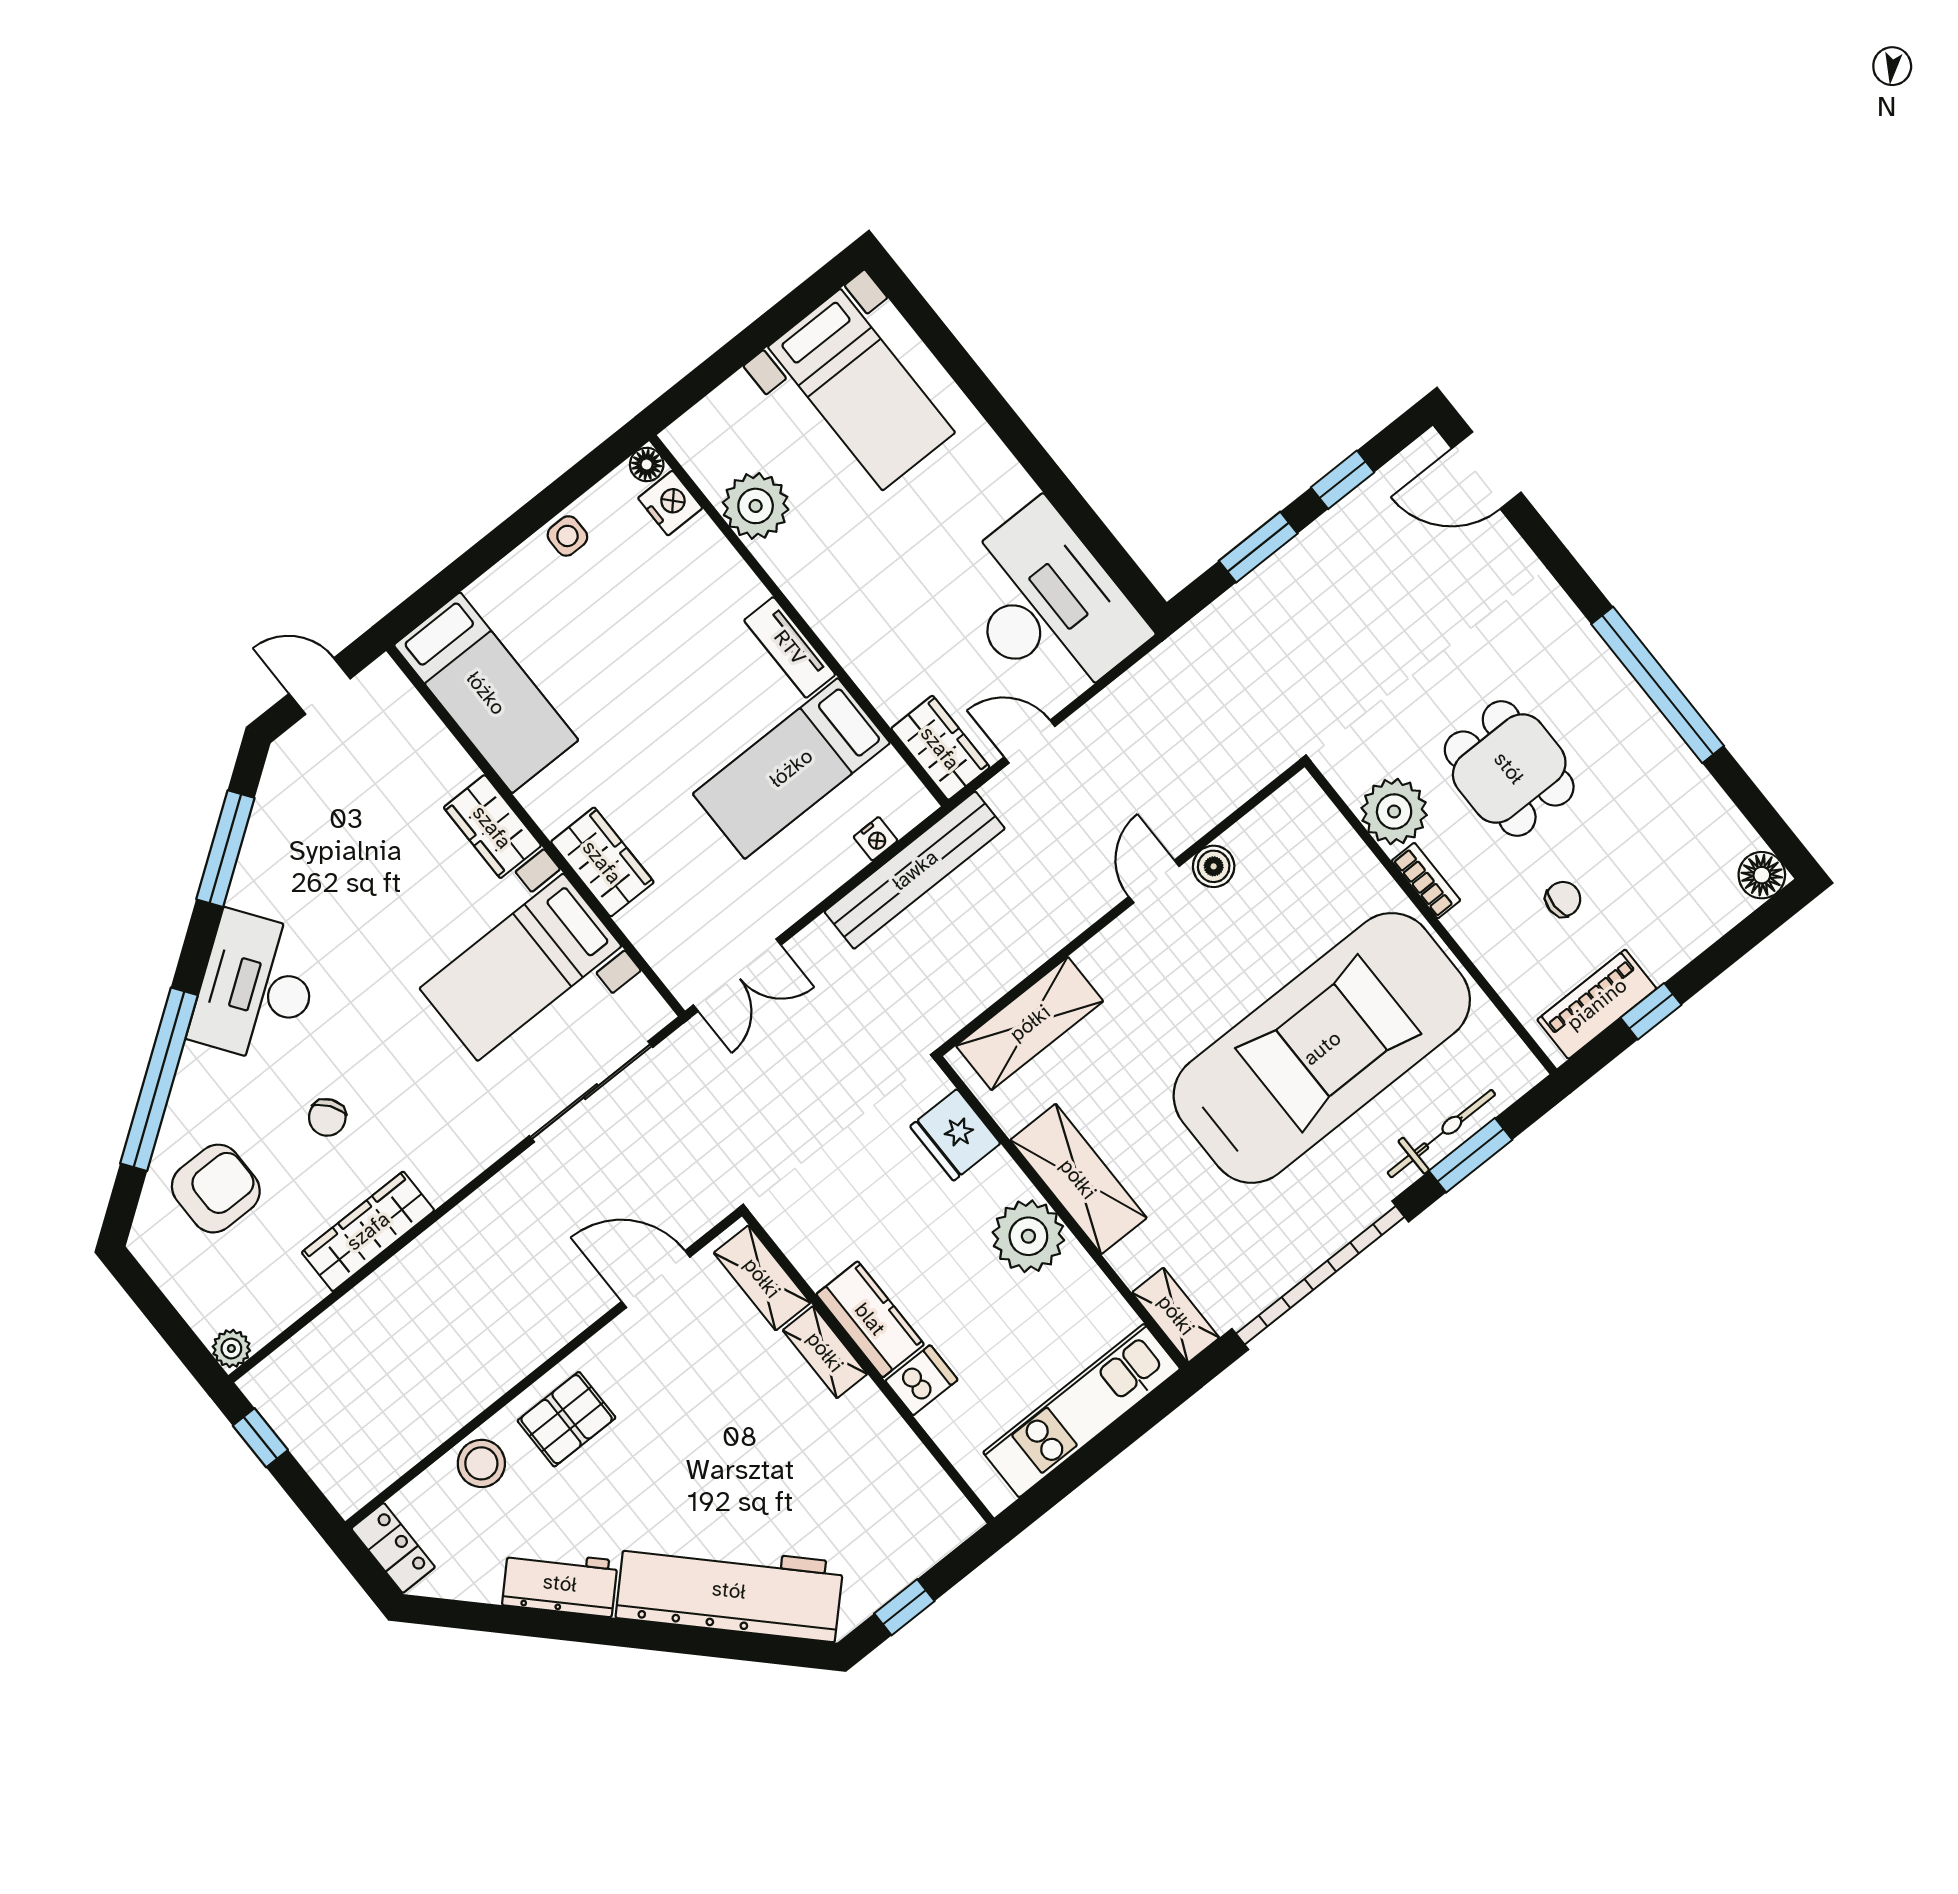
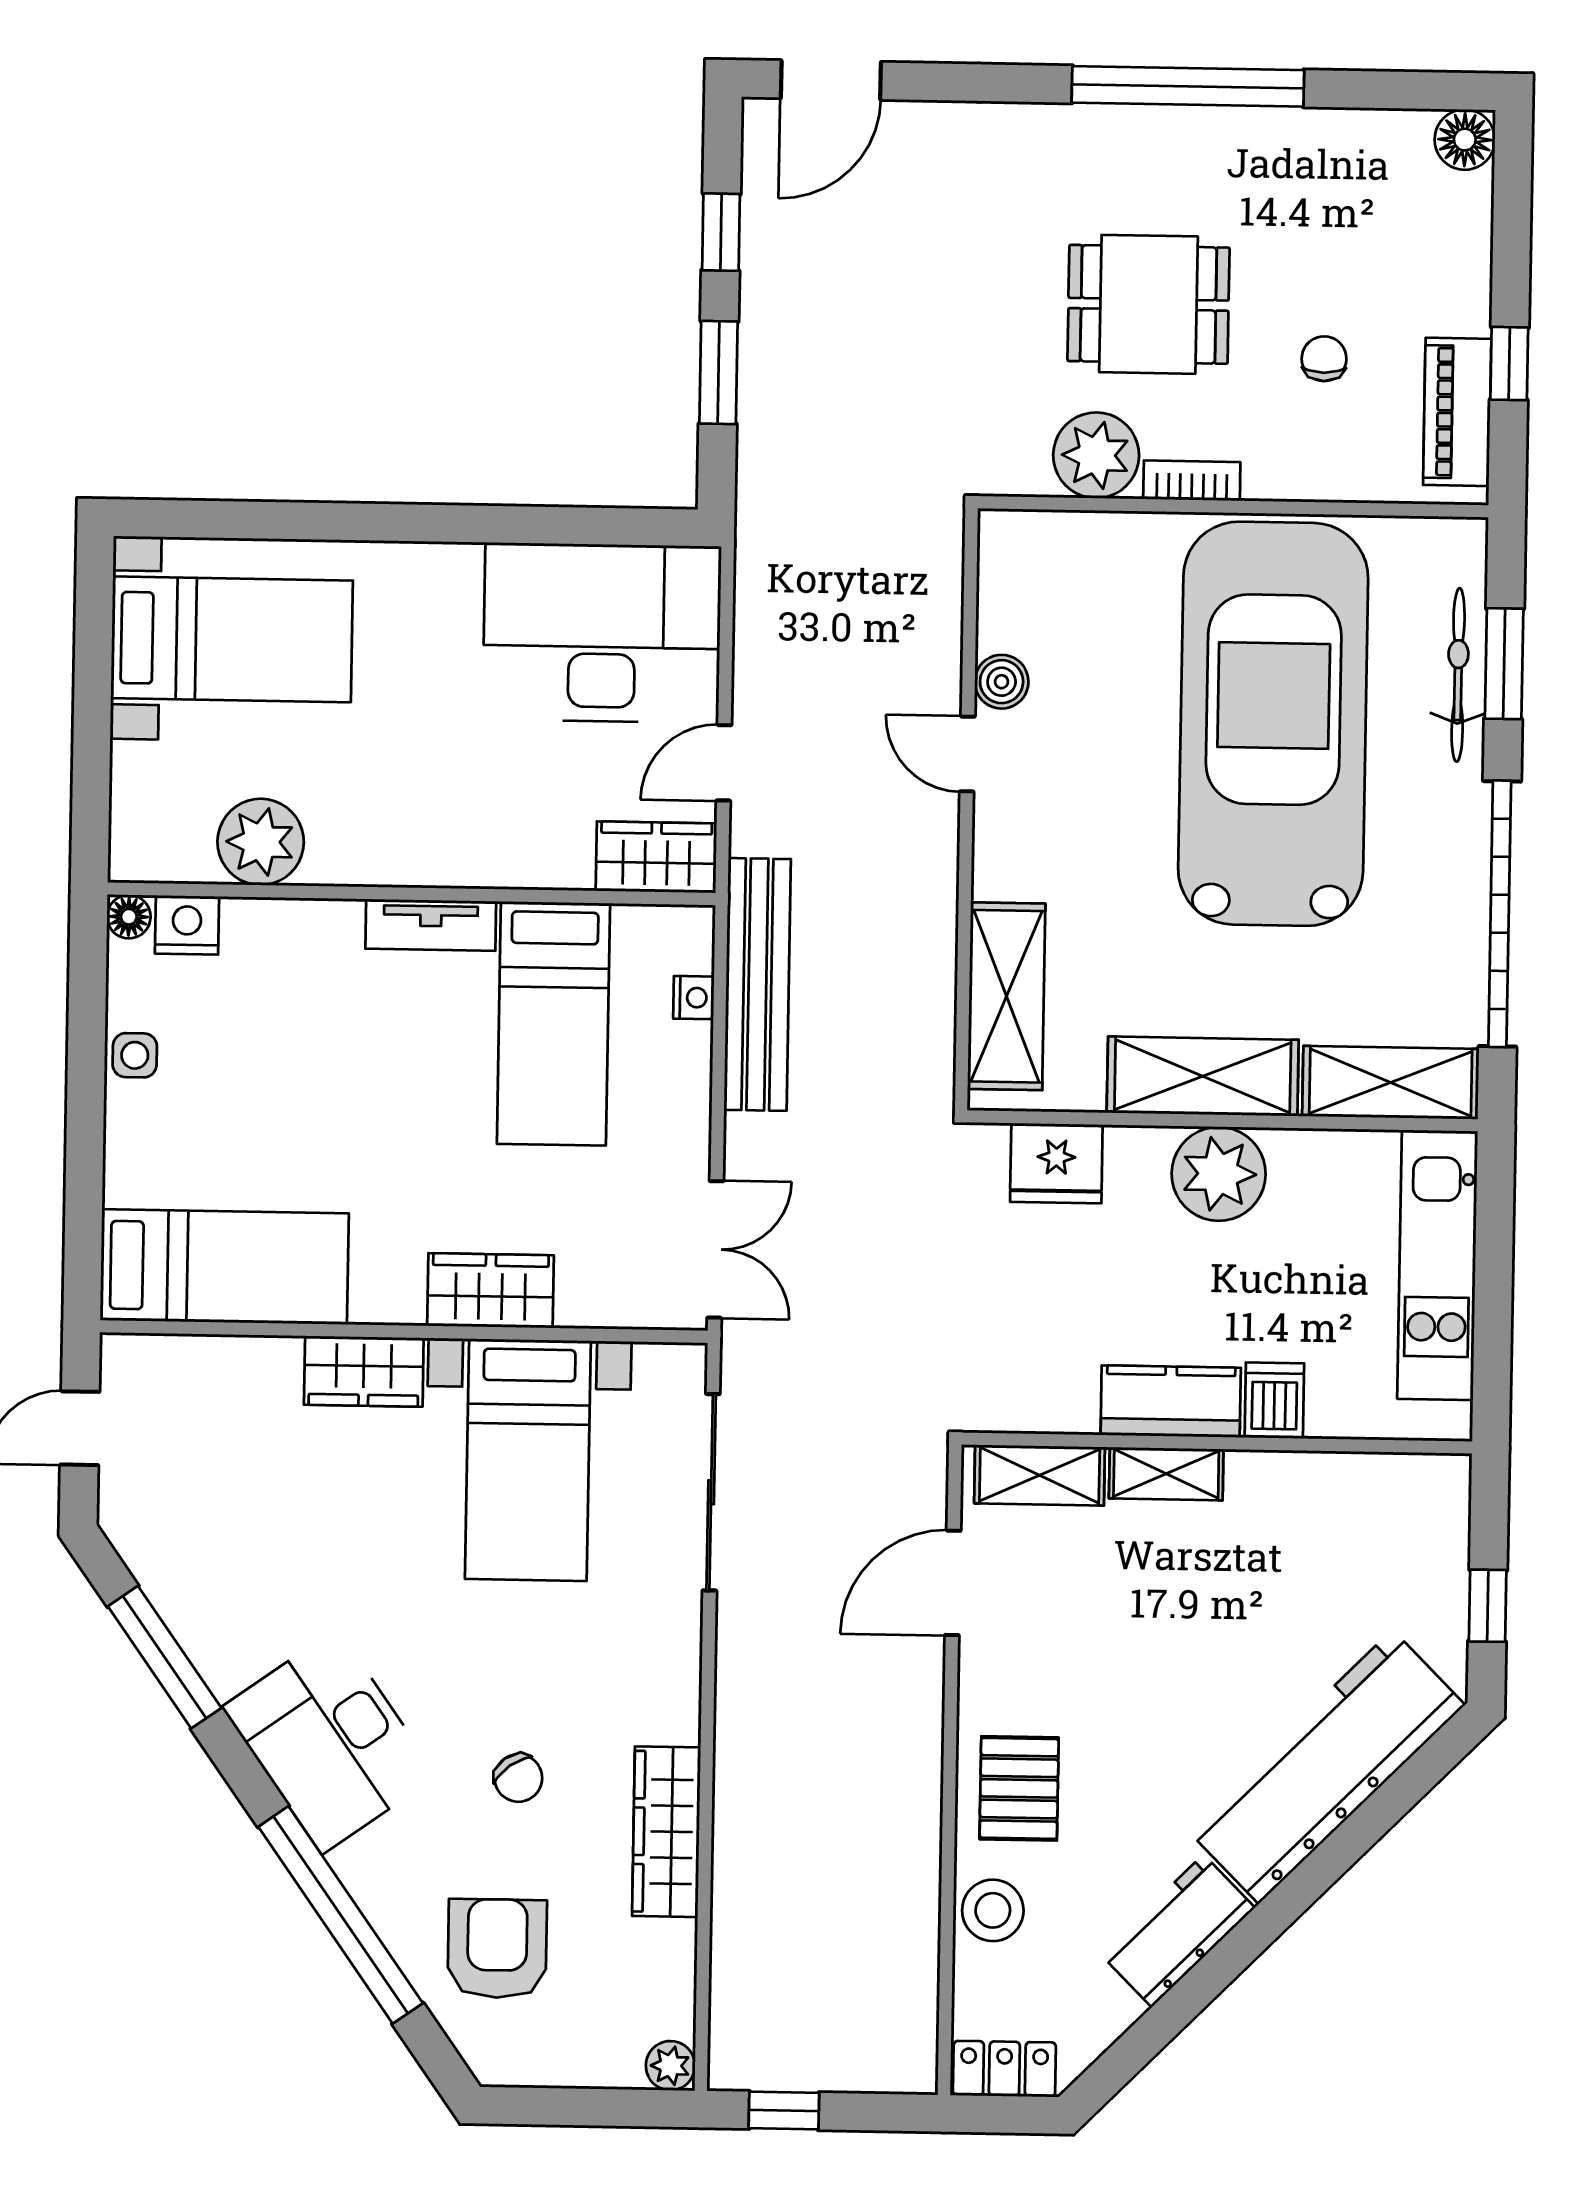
shelving: (1176, 1315) -> (1391, 1083), width x1.50, depth x1.33

